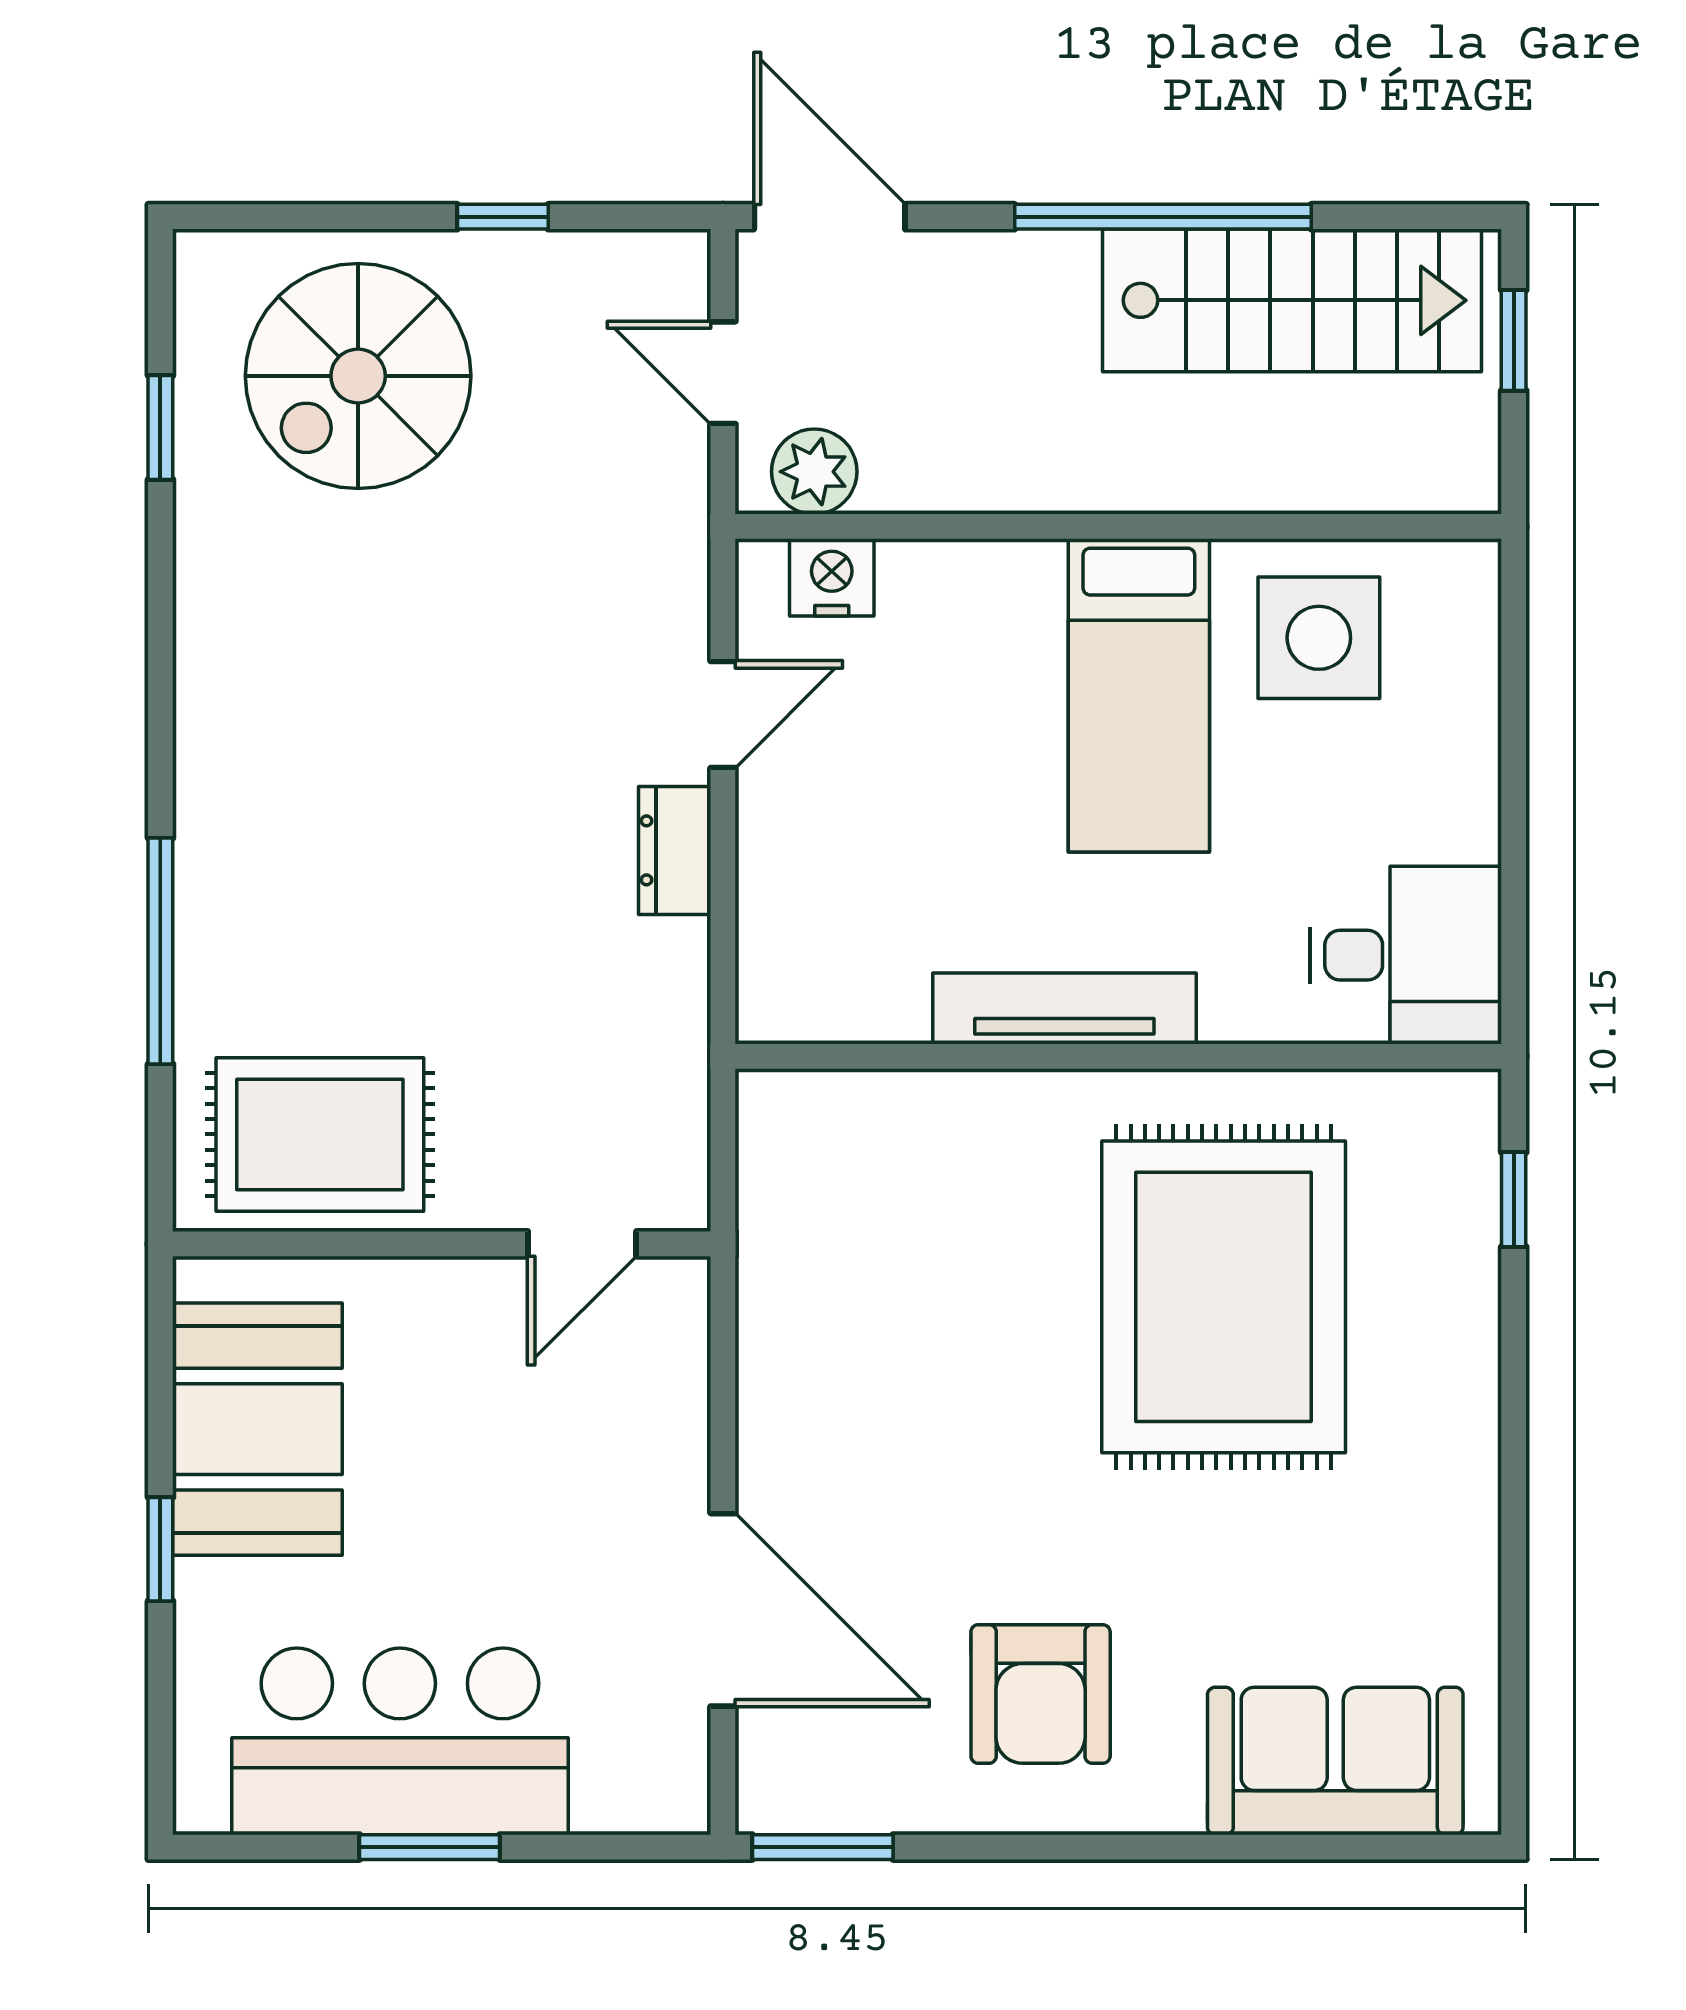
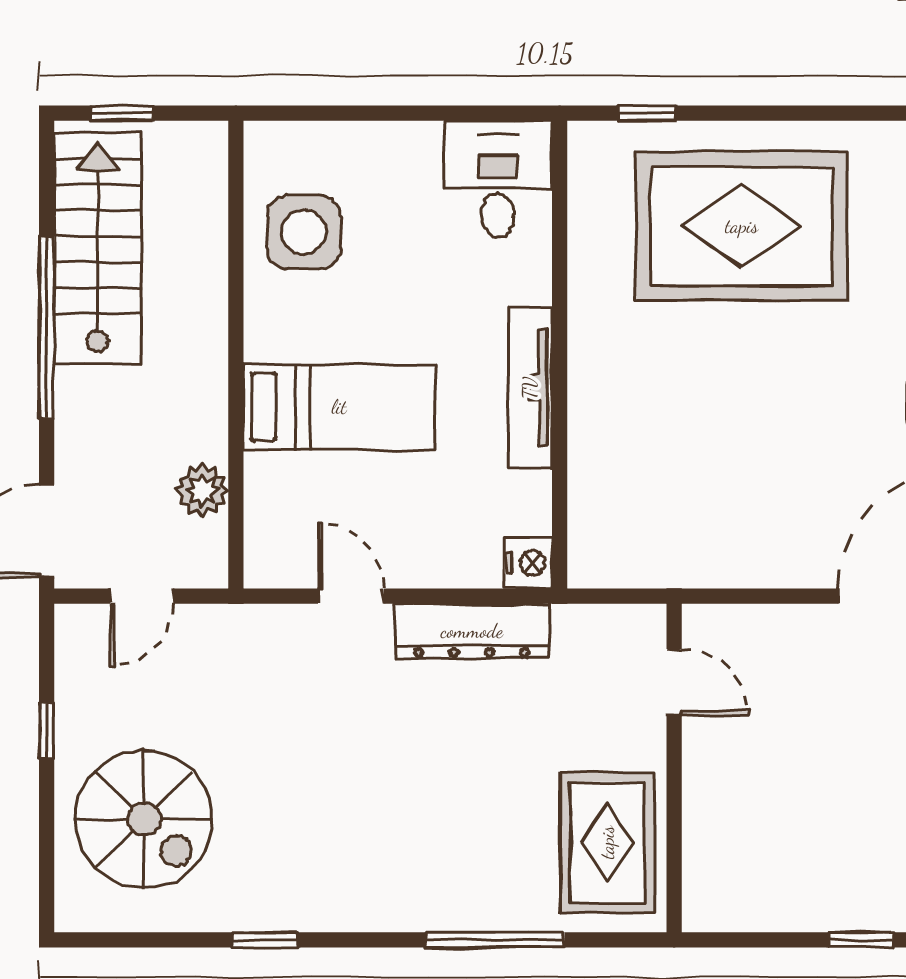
window: (160, 428) -> (265, 940), moved
plant: (814, 472) -> (202, 490), moved
nightstand: (832, 577) -> (528, 563), moved, turned 180
bed: (1139, 695) -> (339, 407), moved
dresser: (675, 850) -> (472, 631), width x1.96, depth x1.24
rug: (1224, 1297) -> (742, 226), moved
booth: (257, 1429) -> (787, 881), removed

